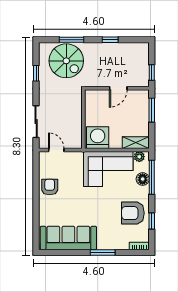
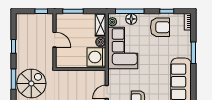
boiler: (116, 143) -> (101, 42), added
armchair: (133, 213) -> (160, 27), turned -90

